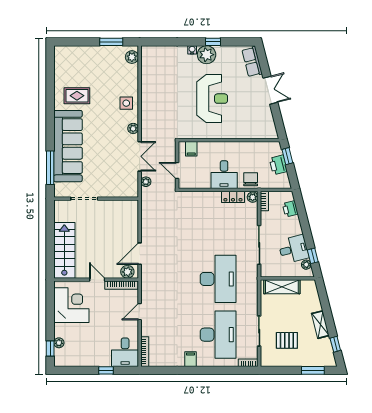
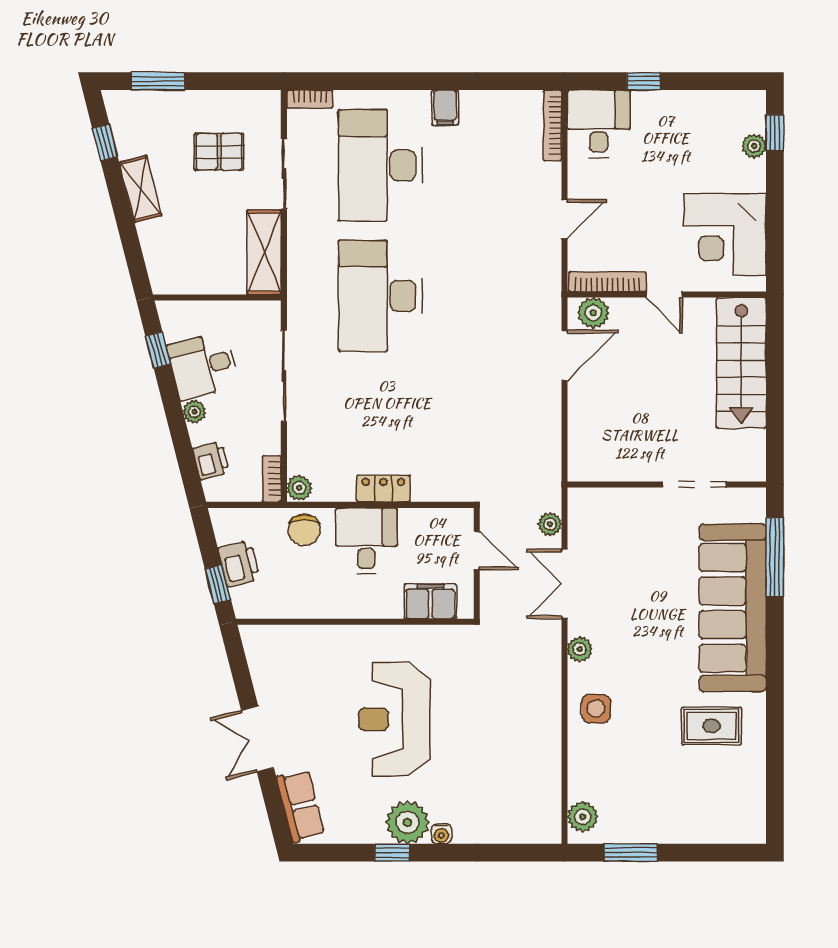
filing cabinet: (191, 149) -> (430, 601), width x2.00
locker: (233, 197) -> (383, 489), moved
plant: (306, 265) -> (194, 412), moved
shelving: (282, 287) -> (264, 252), moved, turned 90

